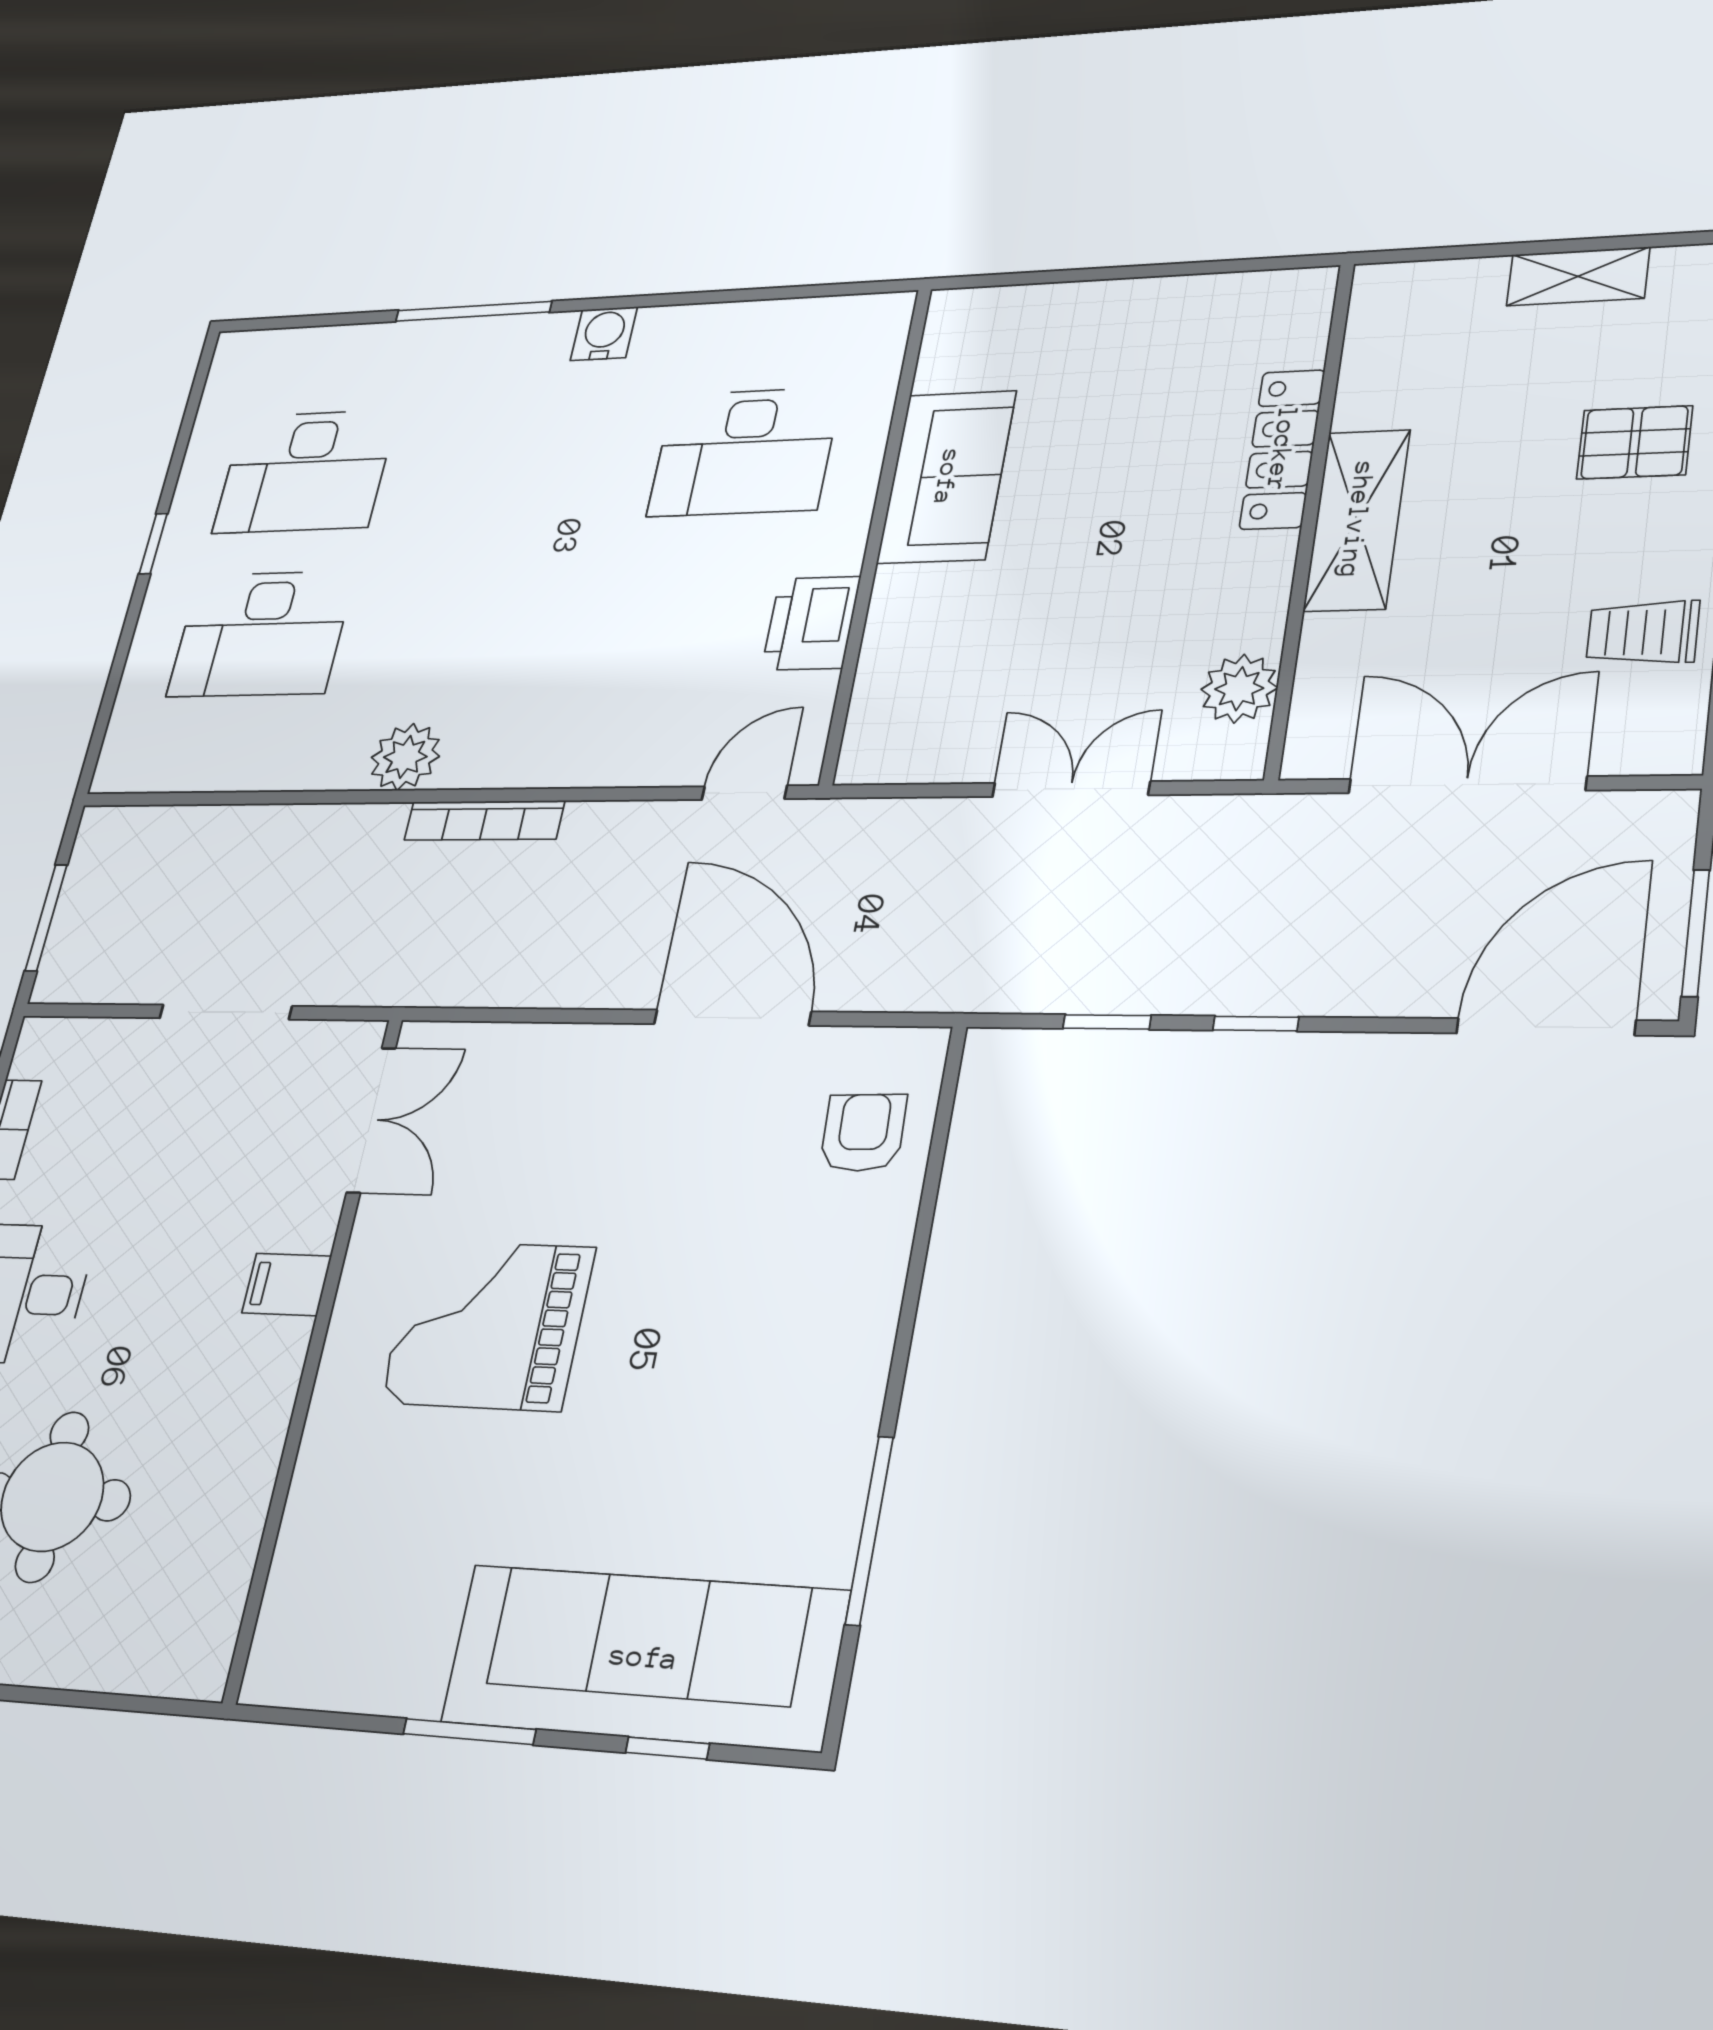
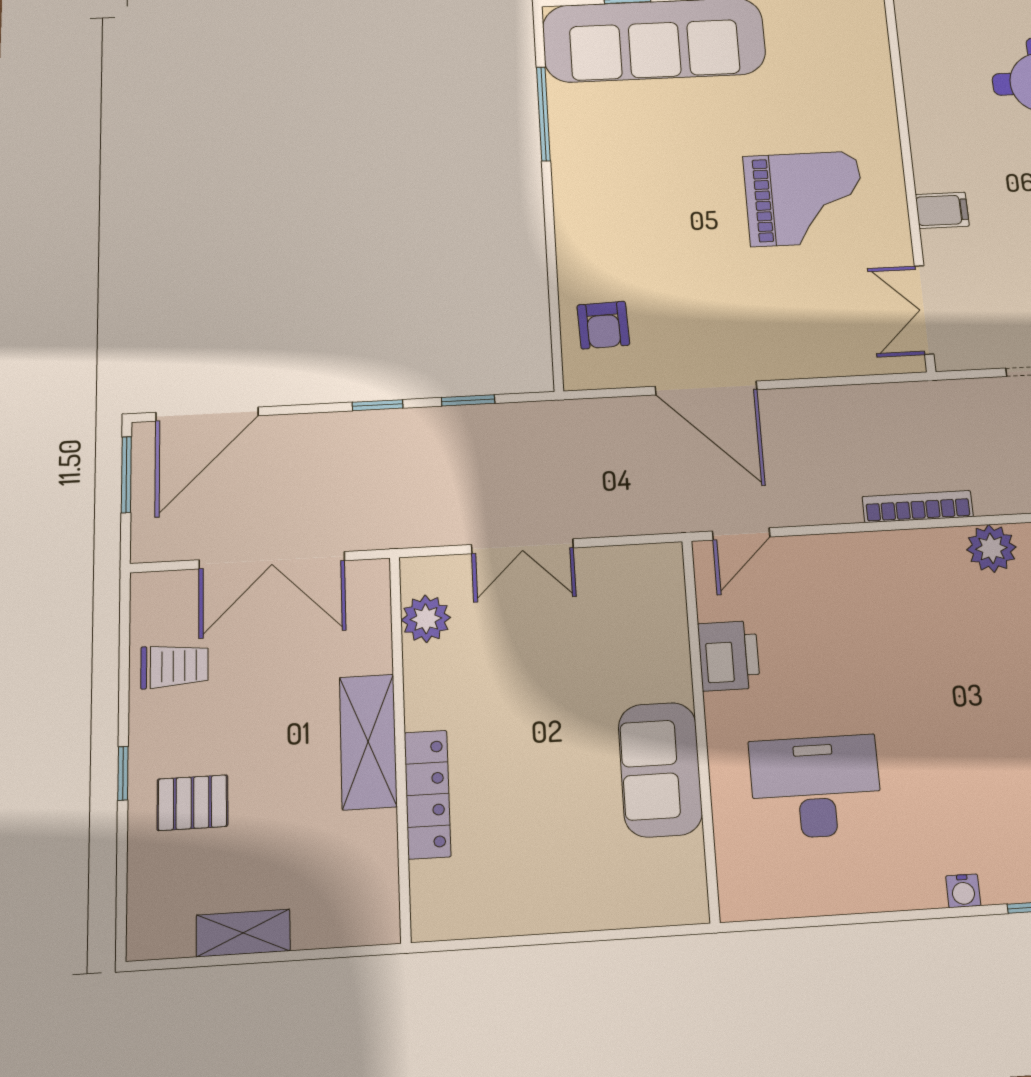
water cooler: (604, 334) -> (963, 891), width x0.72, depth x0.72

